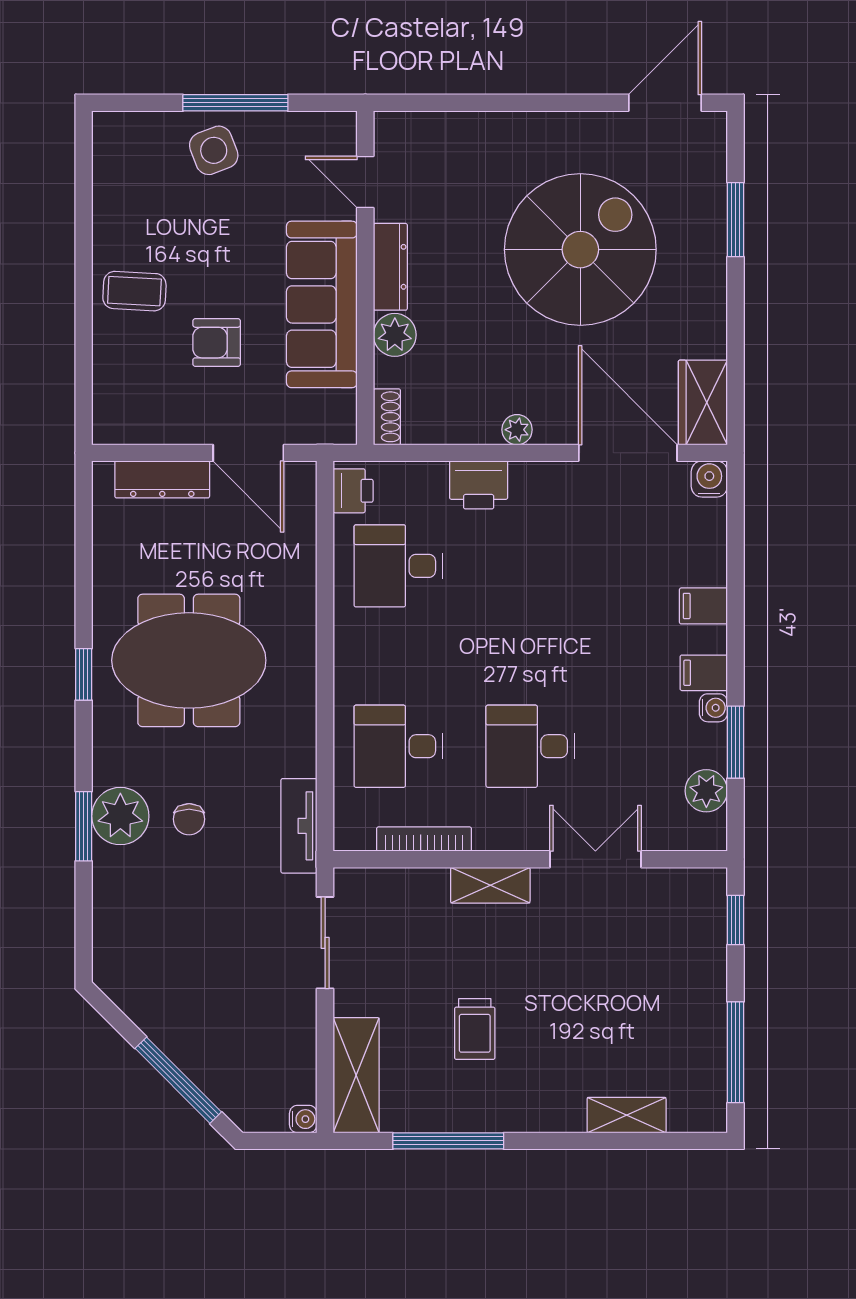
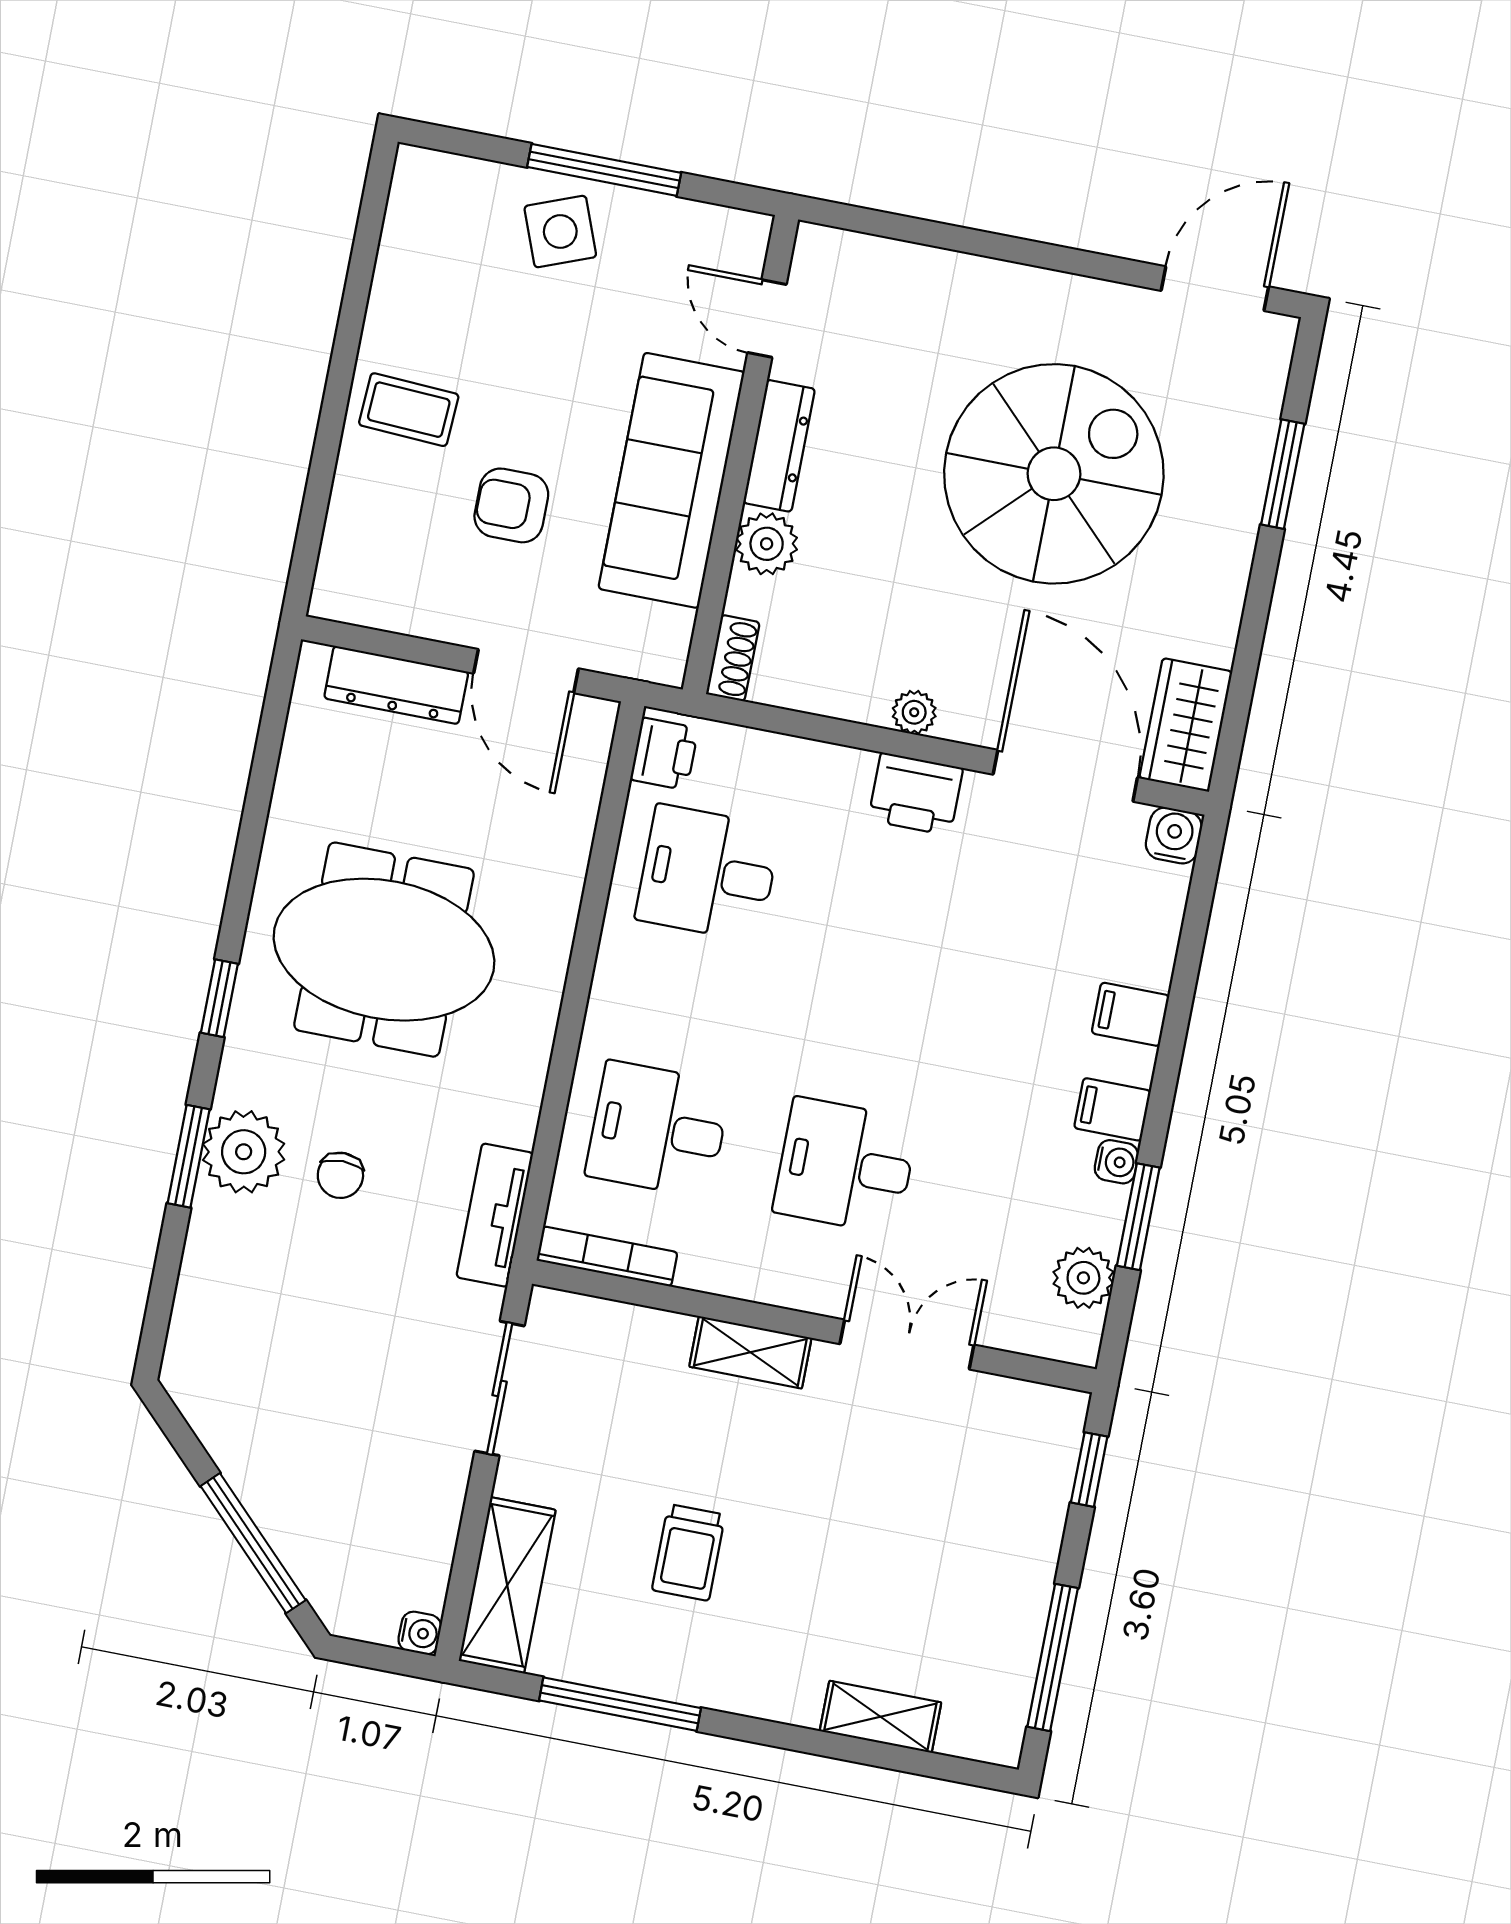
printer: (479, 485) -> (916, 794), moved
window: (84, 674) -> (219, 998), moved
bookcase: (424, 839) -> (607, 1256), moved

